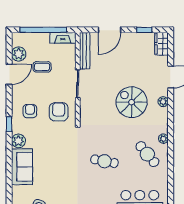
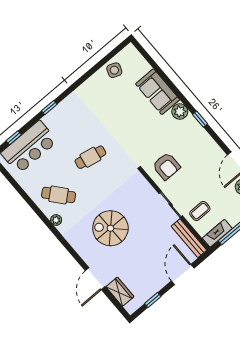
wardrobe: (162, 44) -> (120, 292), moved
coffee table: (42, 67) -> (200, 211), moved
spiral stairs: (132, 102) -> (110, 228), turned 180
plant: (163, 102) -> (84, 252), removed
armchair: (30, 111) -> (192, 146), removed

